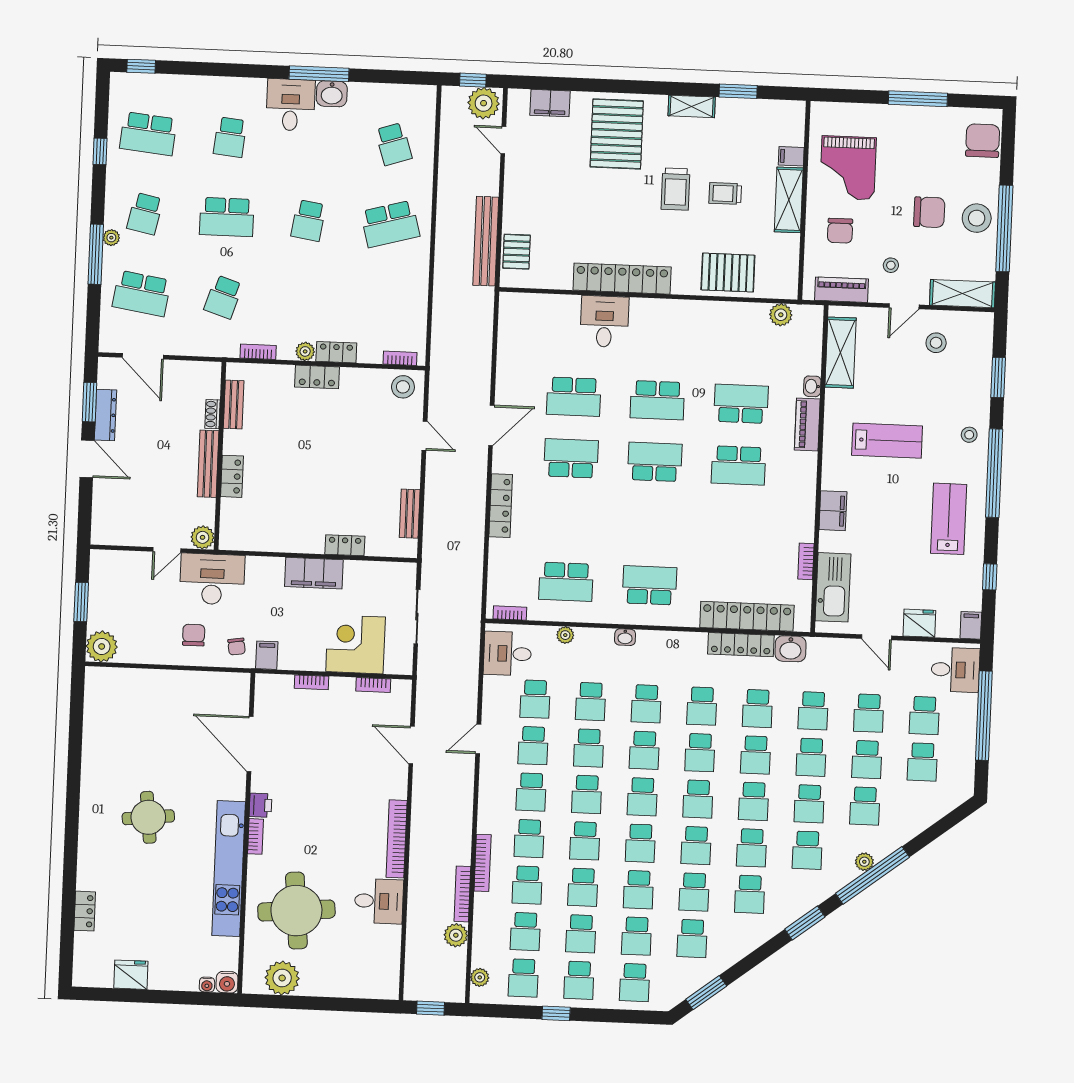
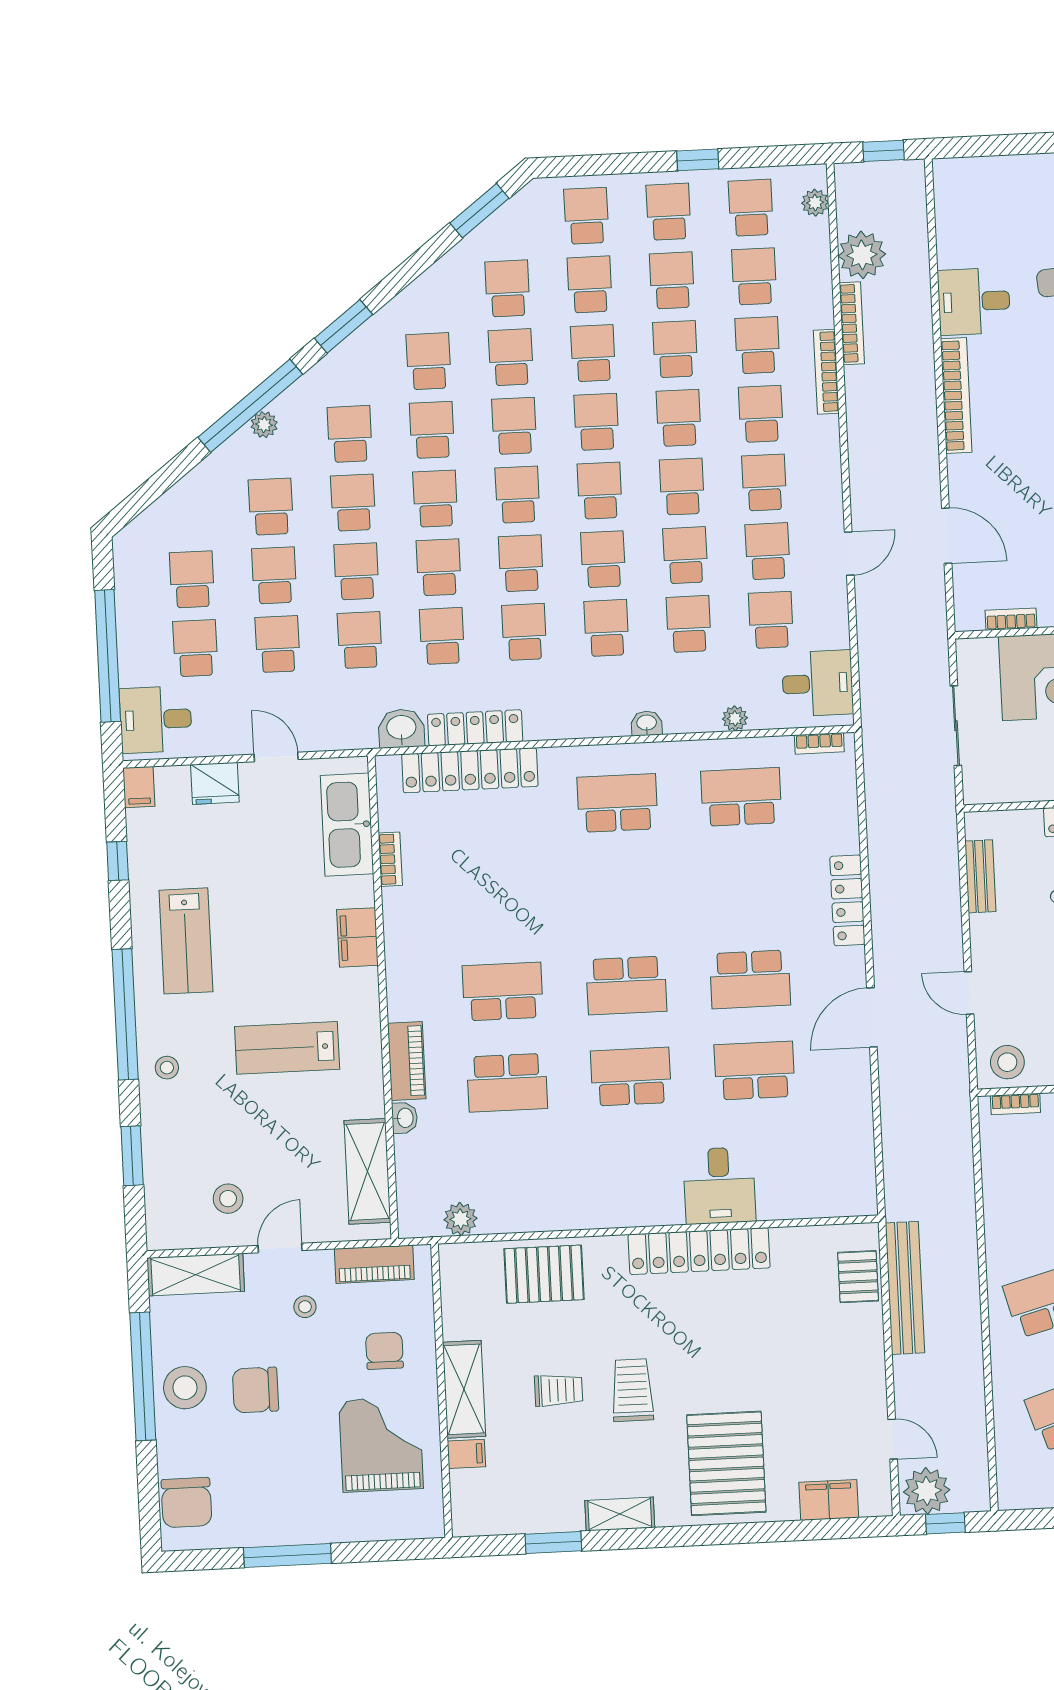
school desk: (650, 585) -> (617, 803), turned 180
plant: (456, 935) -> (862, 255), width x1.36, depth x1.36

